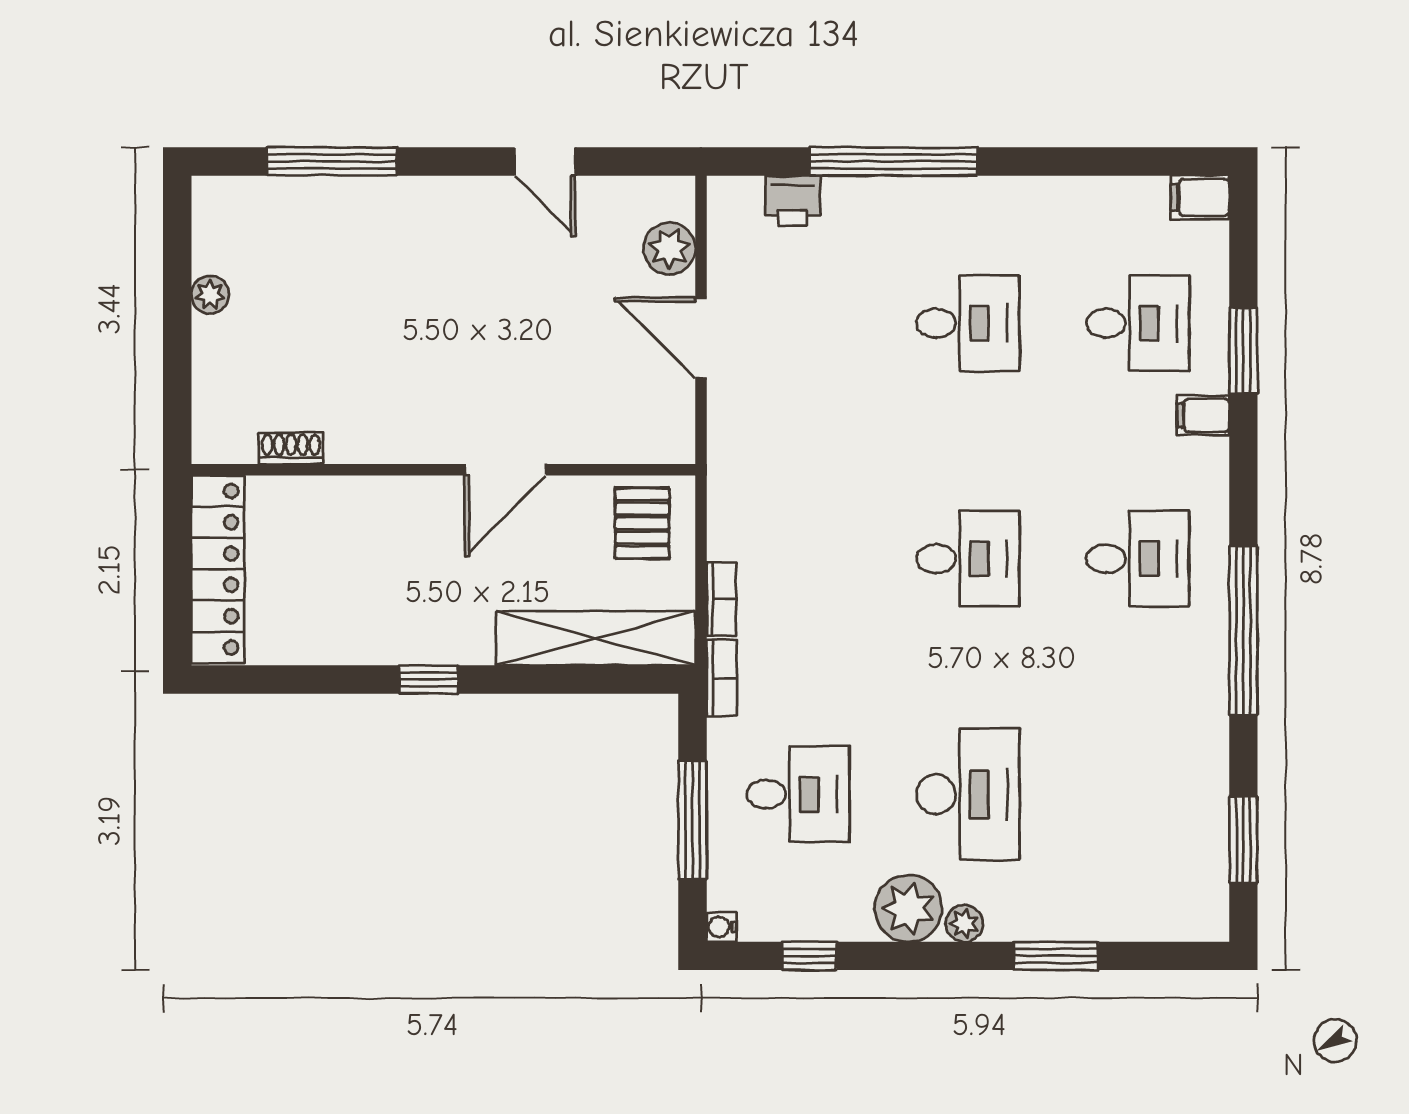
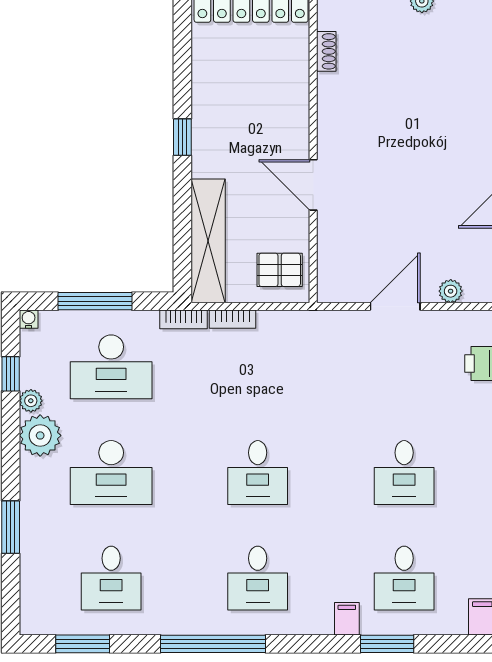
plant: (669, 249) -> (451, 291), width x0.73, depth x0.73
desk: (798, 794) -> (111, 367), width x1.37
desk: (1138, 794) -> (111, 578), added
plant: (964, 923) -> (31, 401), moved

